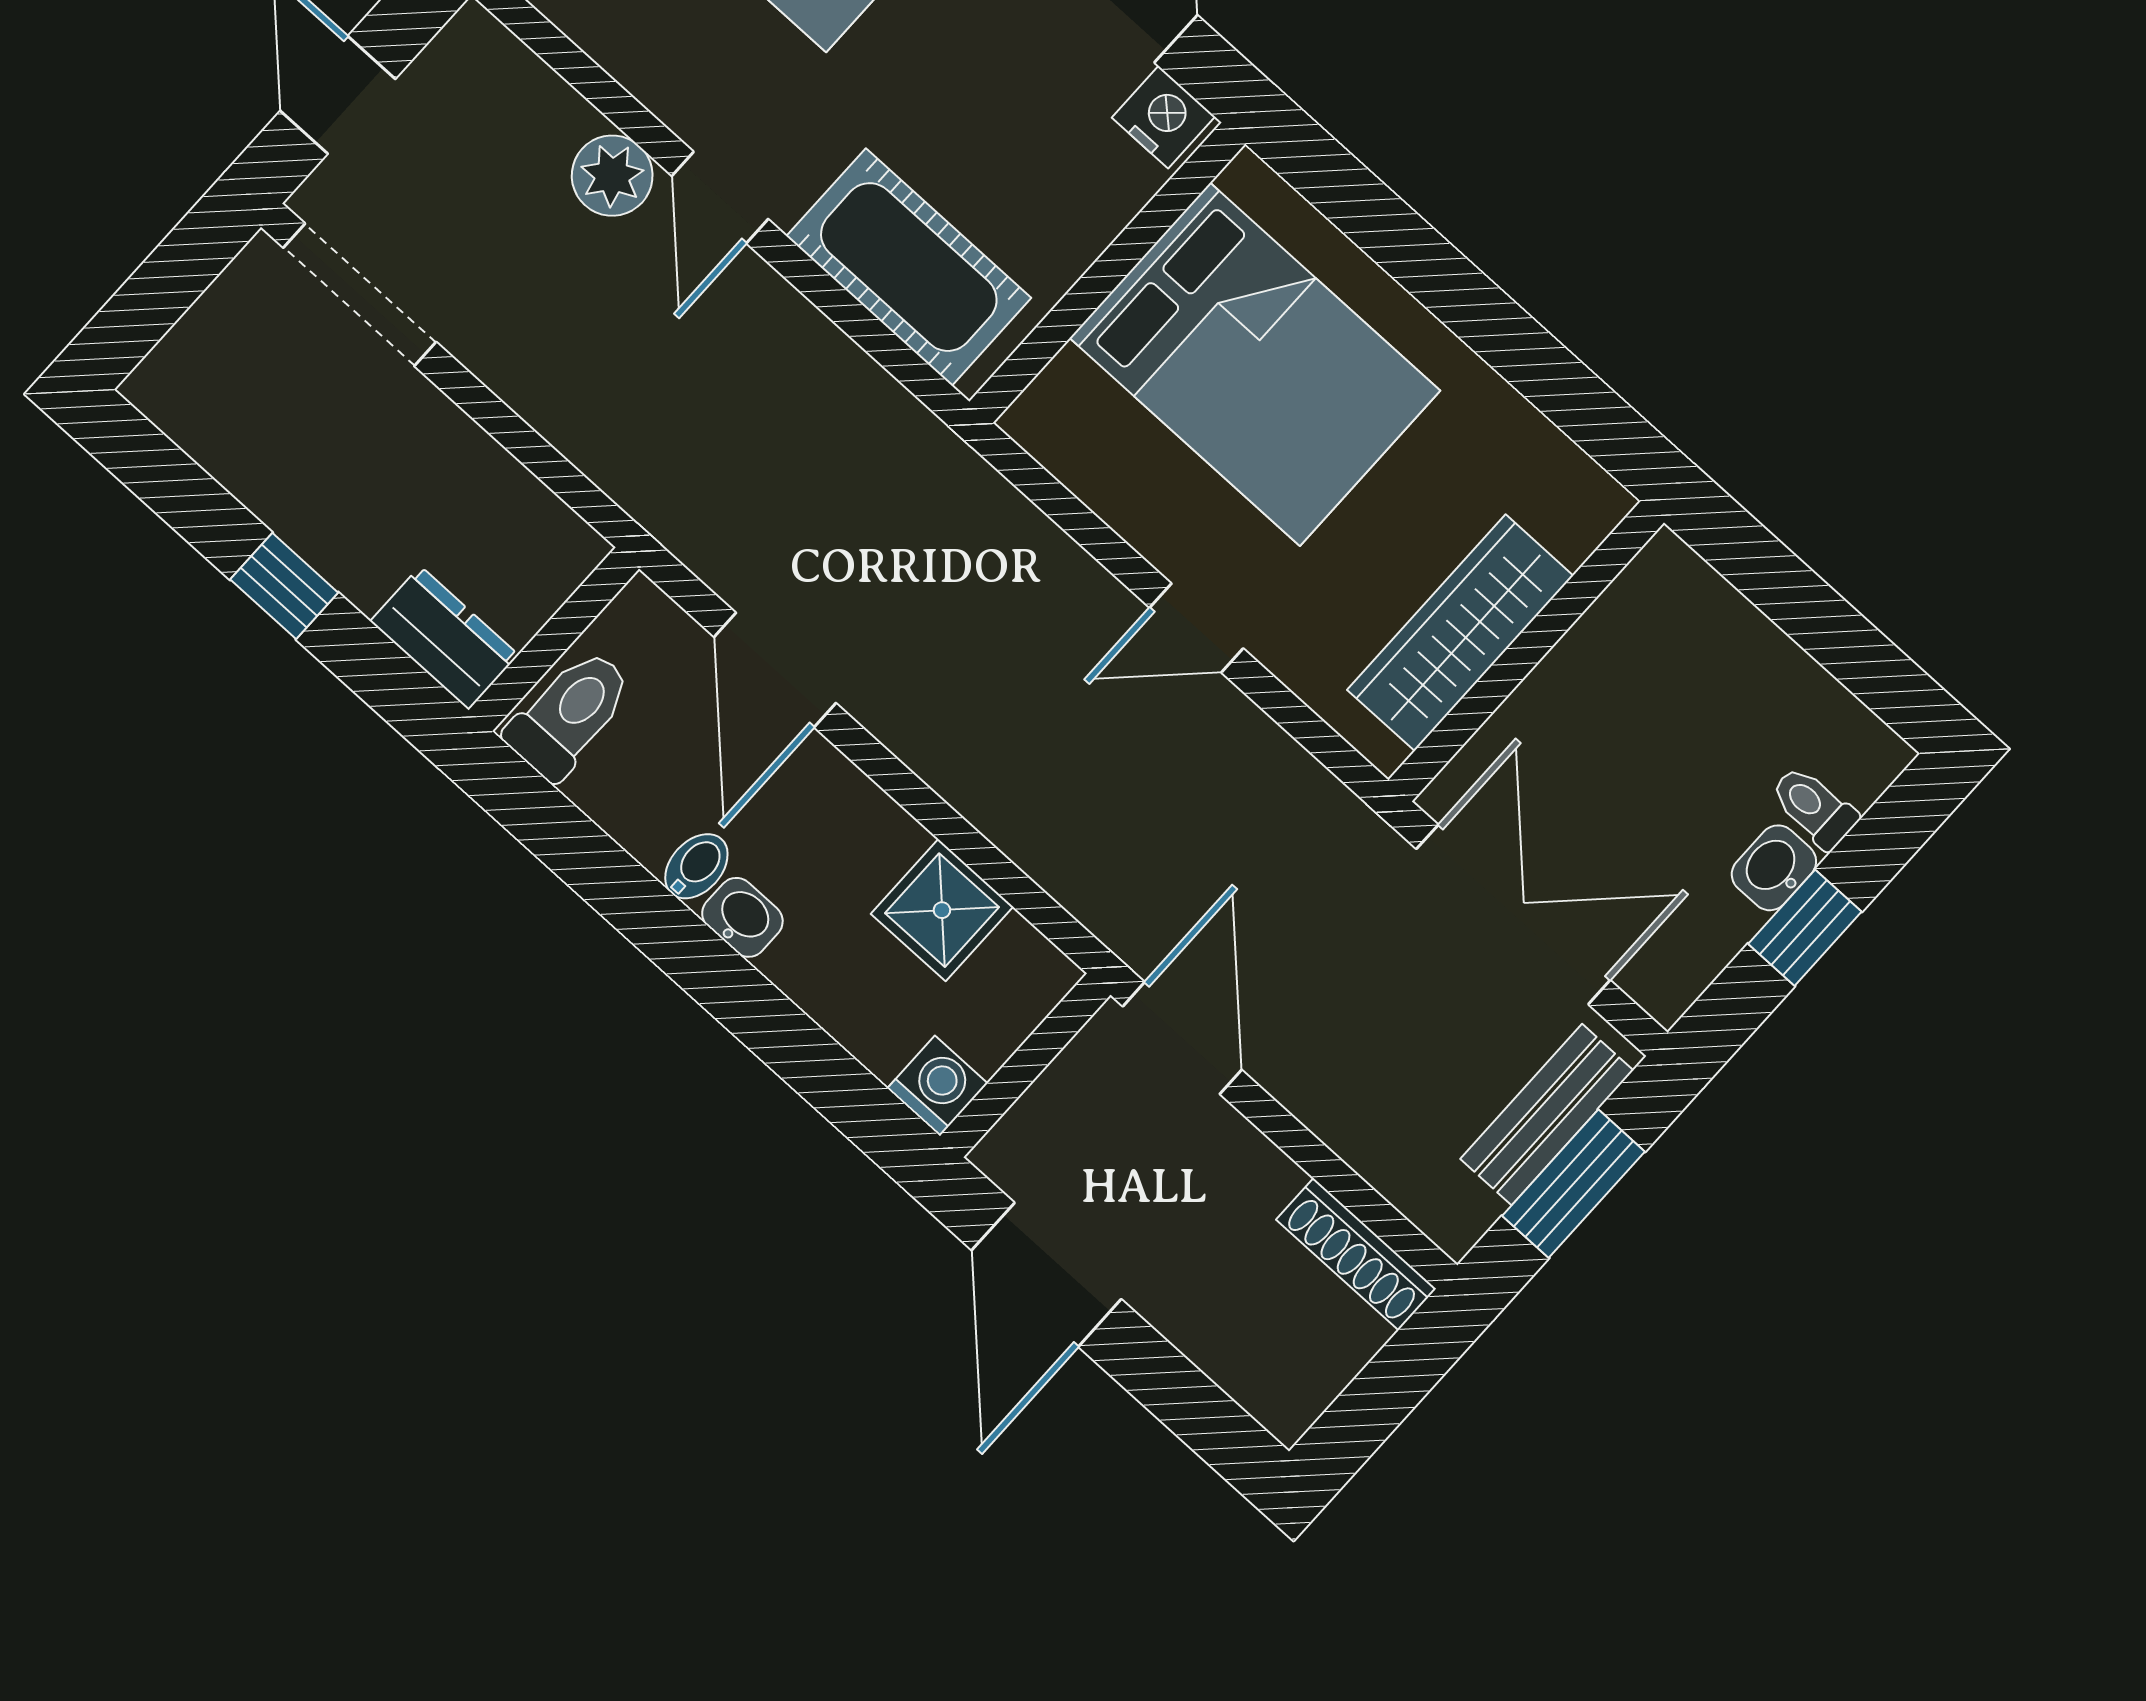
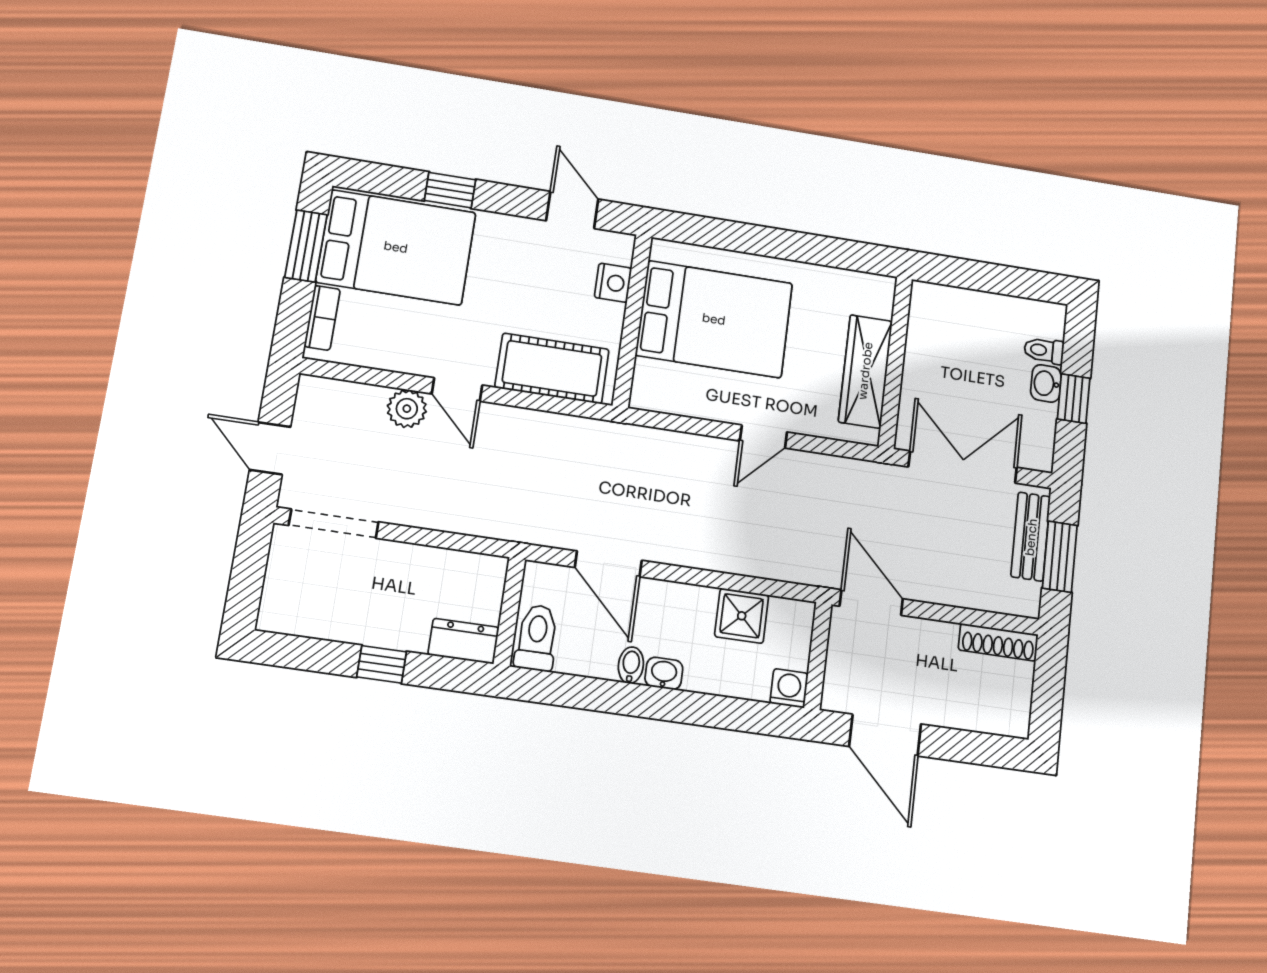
nightstand: (1163, 117) -> (613, 283), moved, turned 90

